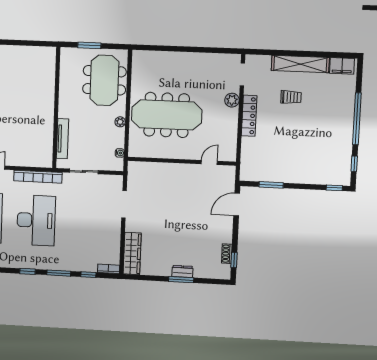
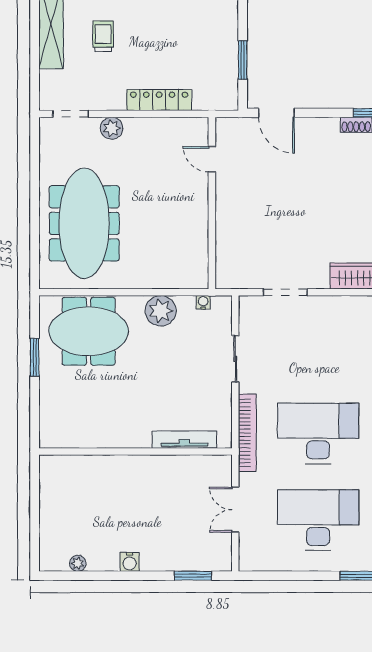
wall: (56, 108) -> (135, 451), moved
meeting table: (167, 115) -> (84, 223), moved
locker: (249, 116) -> (159, 100), moved
plant: (120, 122) -> (161, 311), width x1.87, depth x1.87
tv unit: (63, 139) -> (184, 440), moved

